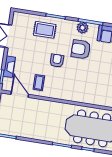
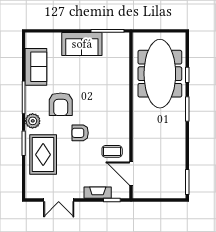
plant: (82, 28) -> (33, 121), moved
rug: (45, 30) -> (43, 155), width x1.36, depth x1.43
door: (20, 94) -> (131, 174), hinge flipped

